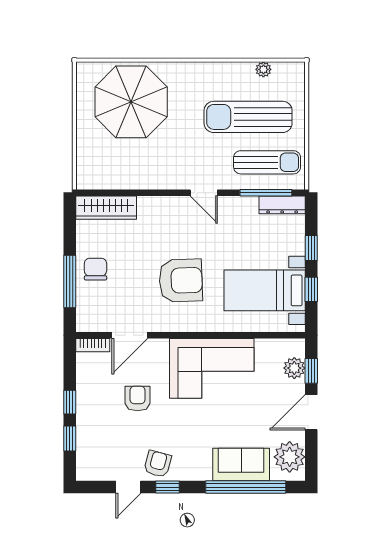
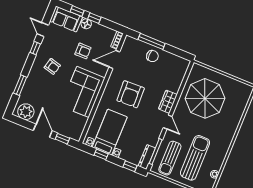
parasol: (131, 102) -> (205, 98), moved
door: (204, 193) -> (168, 122), swing flipped
wardrobe: (106, 208) -> (168, 102), moved, width x0.67
window: (311, 248) -> (130, 166), moved
door: (130, 335) -> (114, 60), hinge flipped
plant: (294, 368) -> (67, 131), removed
floor lamp: (86, 413) -> (86, 24), added
armchair: (158, 464) -> (52, 66), moved
sofa: (241, 464) -> (66, 19), moved, turned 90
window: (246, 487) -> (20, 85), width x0.47

